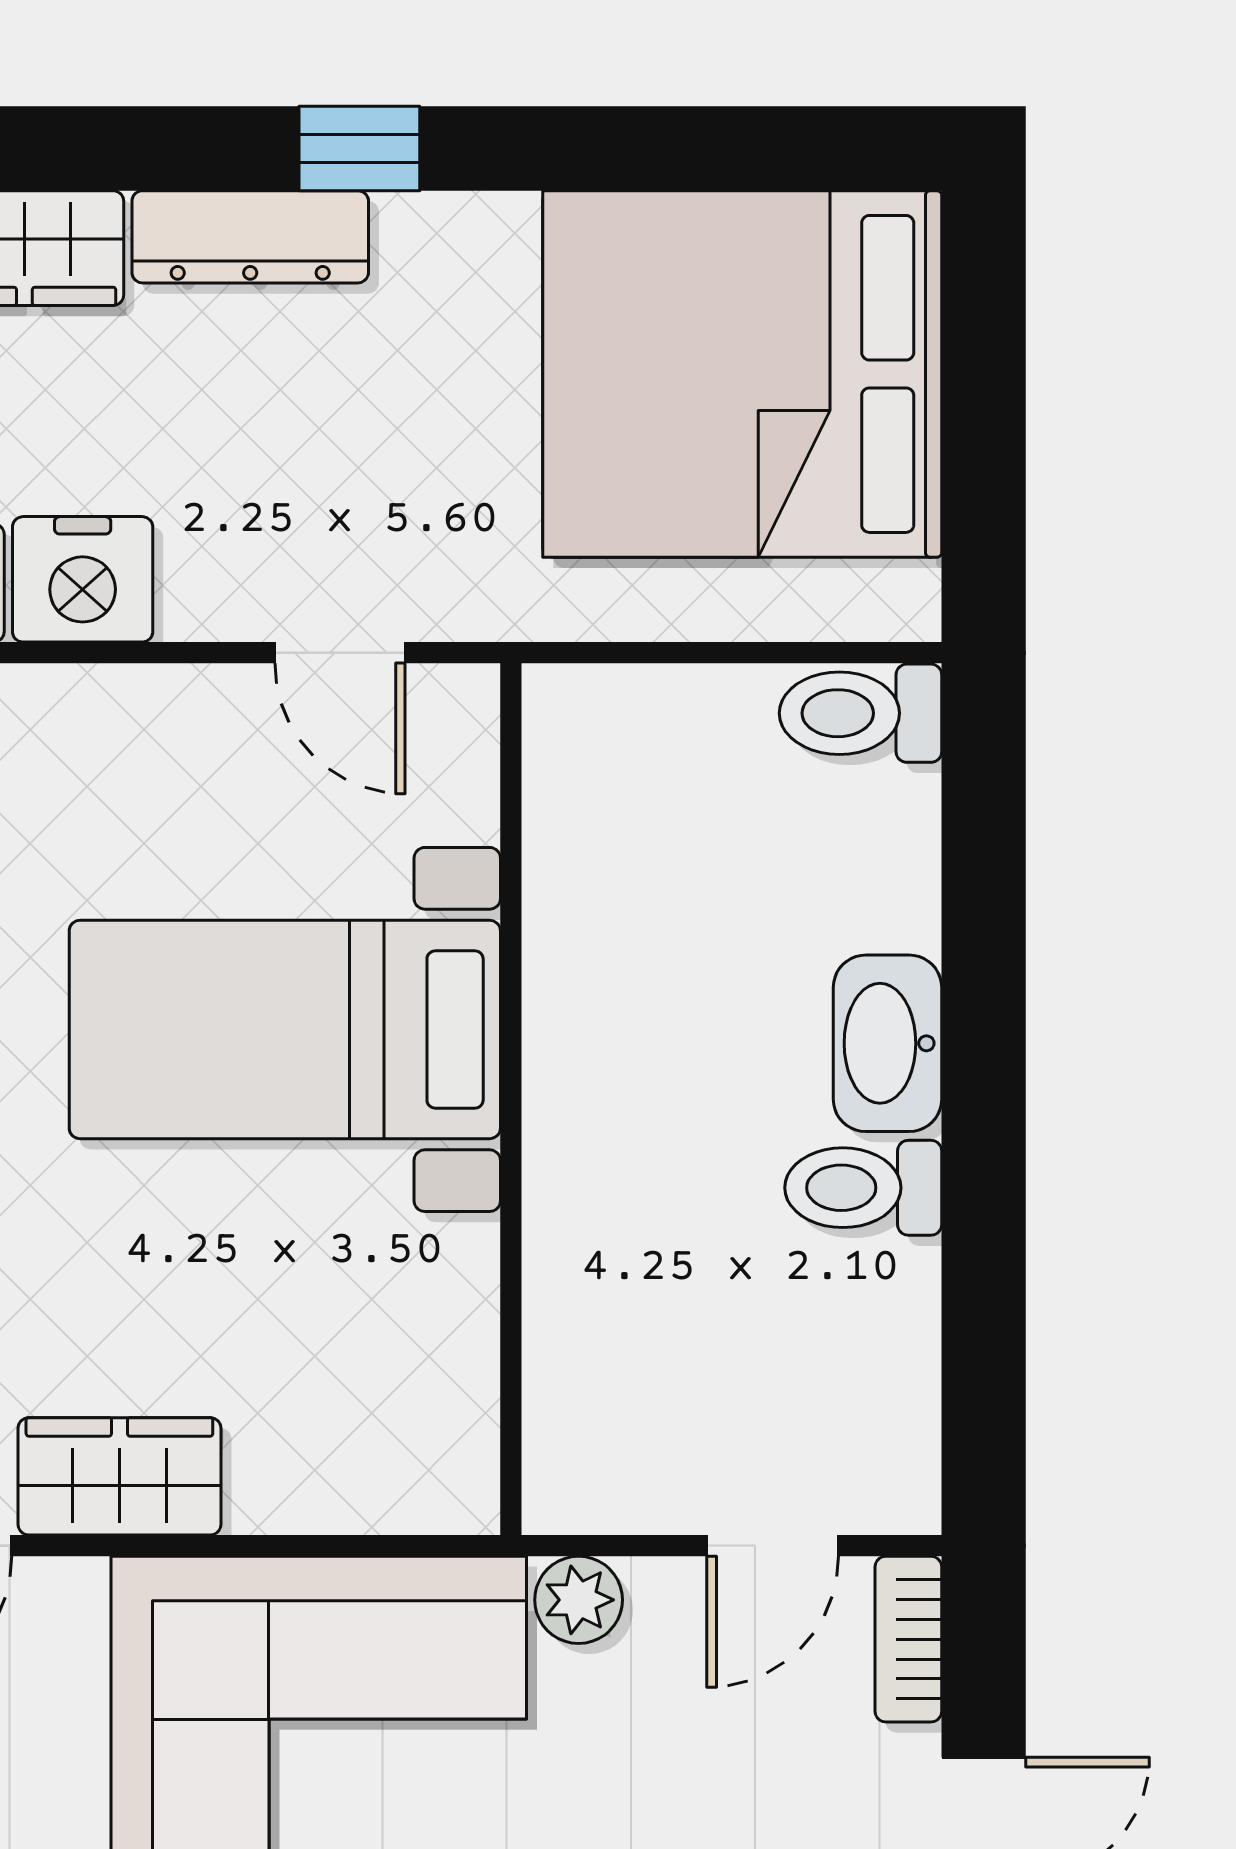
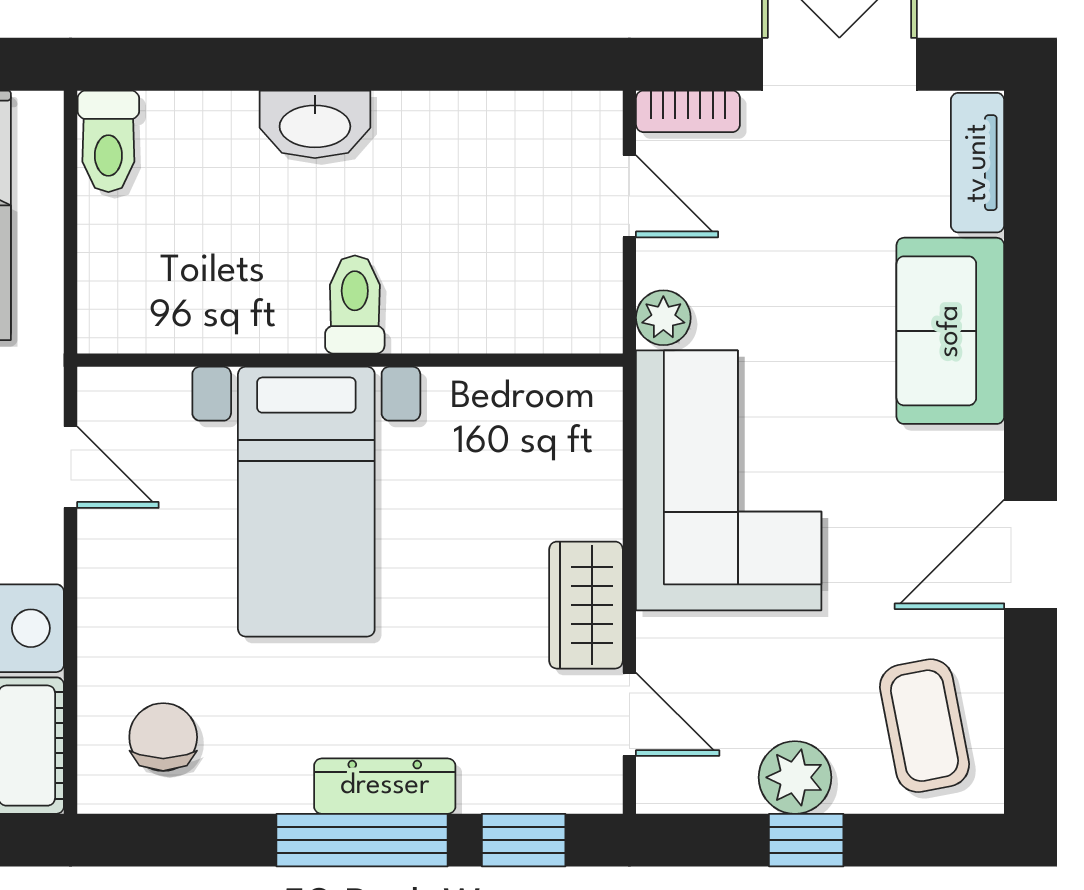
door: (340, 653) -> (71, 467), hinge flipped
toilet: (863, 1188) -> (355, 305), moved, turned 180

